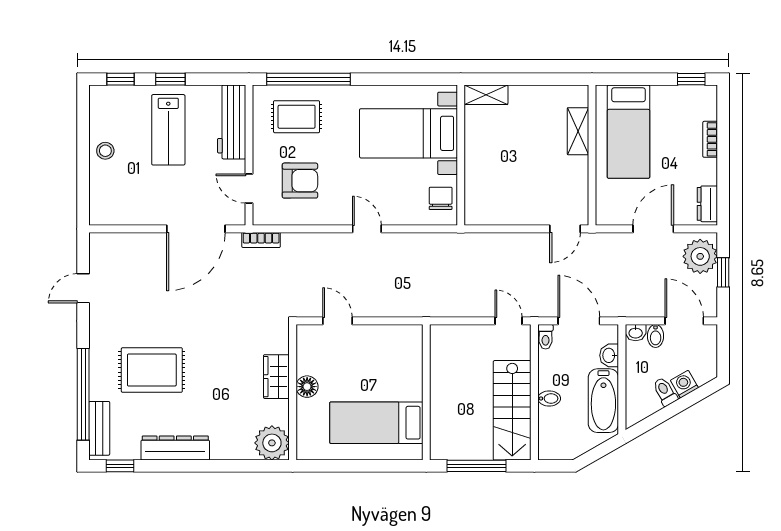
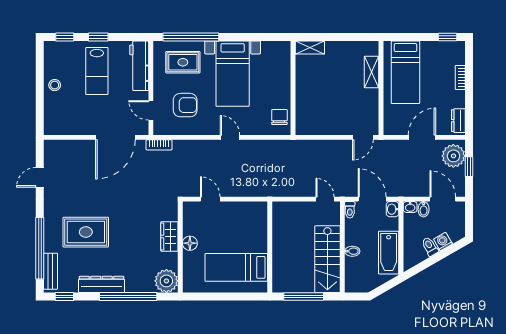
bed with nightstands: (409, 133) -> (233, 74), moved, turned -90
washbasin: (609, 355) -> (392, 209), moved
window: (215, 466) -> (128, 296), added

